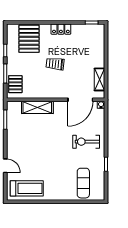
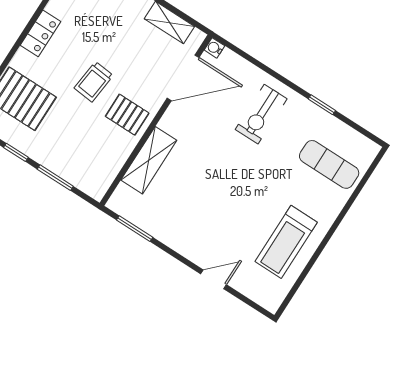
pallet: (15, 84) -> (127, 115), moved
door: (80, 100) -> (183, 78), hinge flipped
treadmill: (27, 188) -> (286, 242), moved, turned 180

